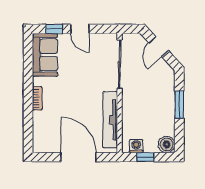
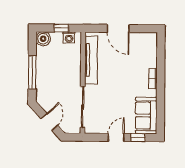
door: (80, 29) -> (116, 137), hinge flipped
window: (179, 105) -> (32, 73), width x1.44
door: (79, 157) -> (118, 28), width x0.73

